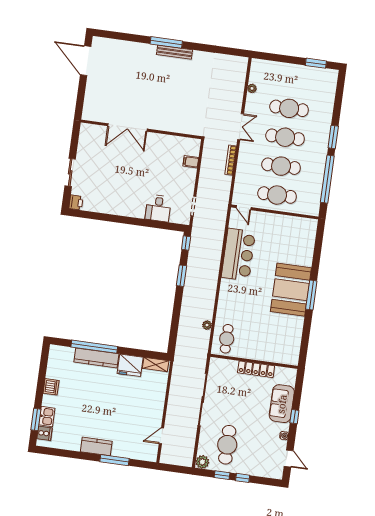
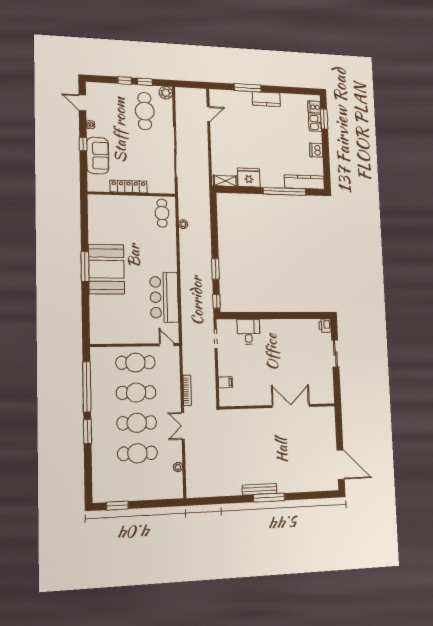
kitchen counter: (96, 358) -> (304, 182), moved

